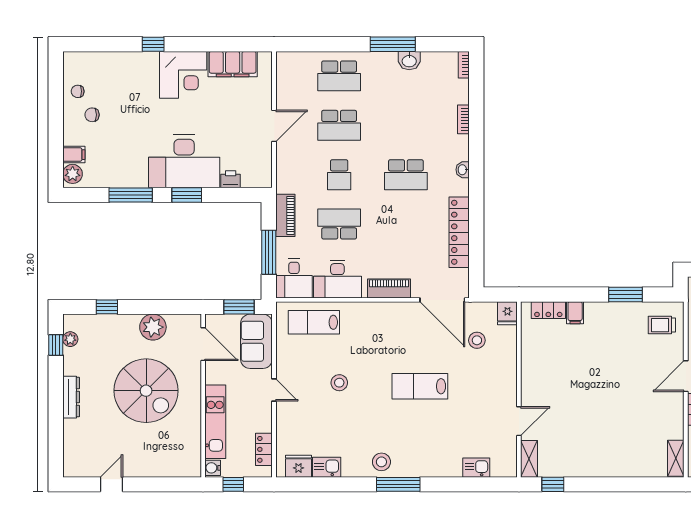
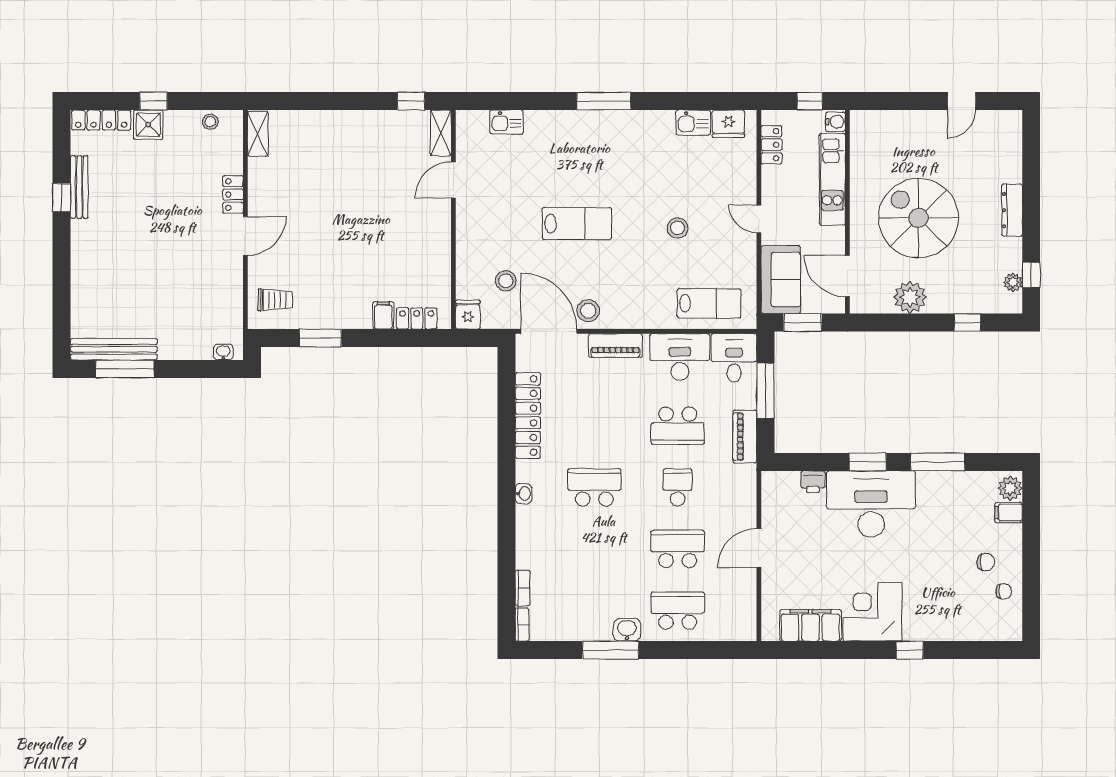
washbasin: (409, 61) -> (627, 630), moved
bookcase: (463, 119) -> (523, 588), moved
stool: (381, 462) -> (588, 311), moved

